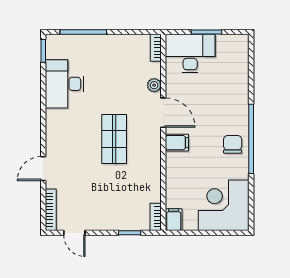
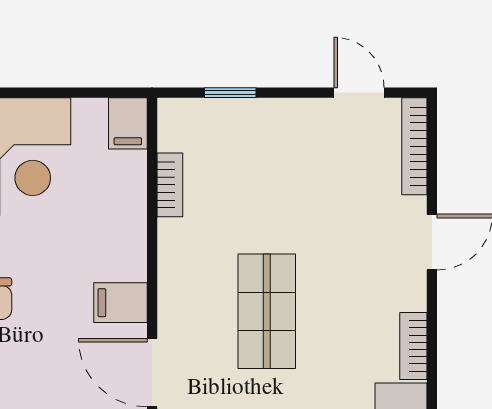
bookcase: (51, 124) -> (413, 346), added
bookcase: (156, 217) -> (170, 185), moved

